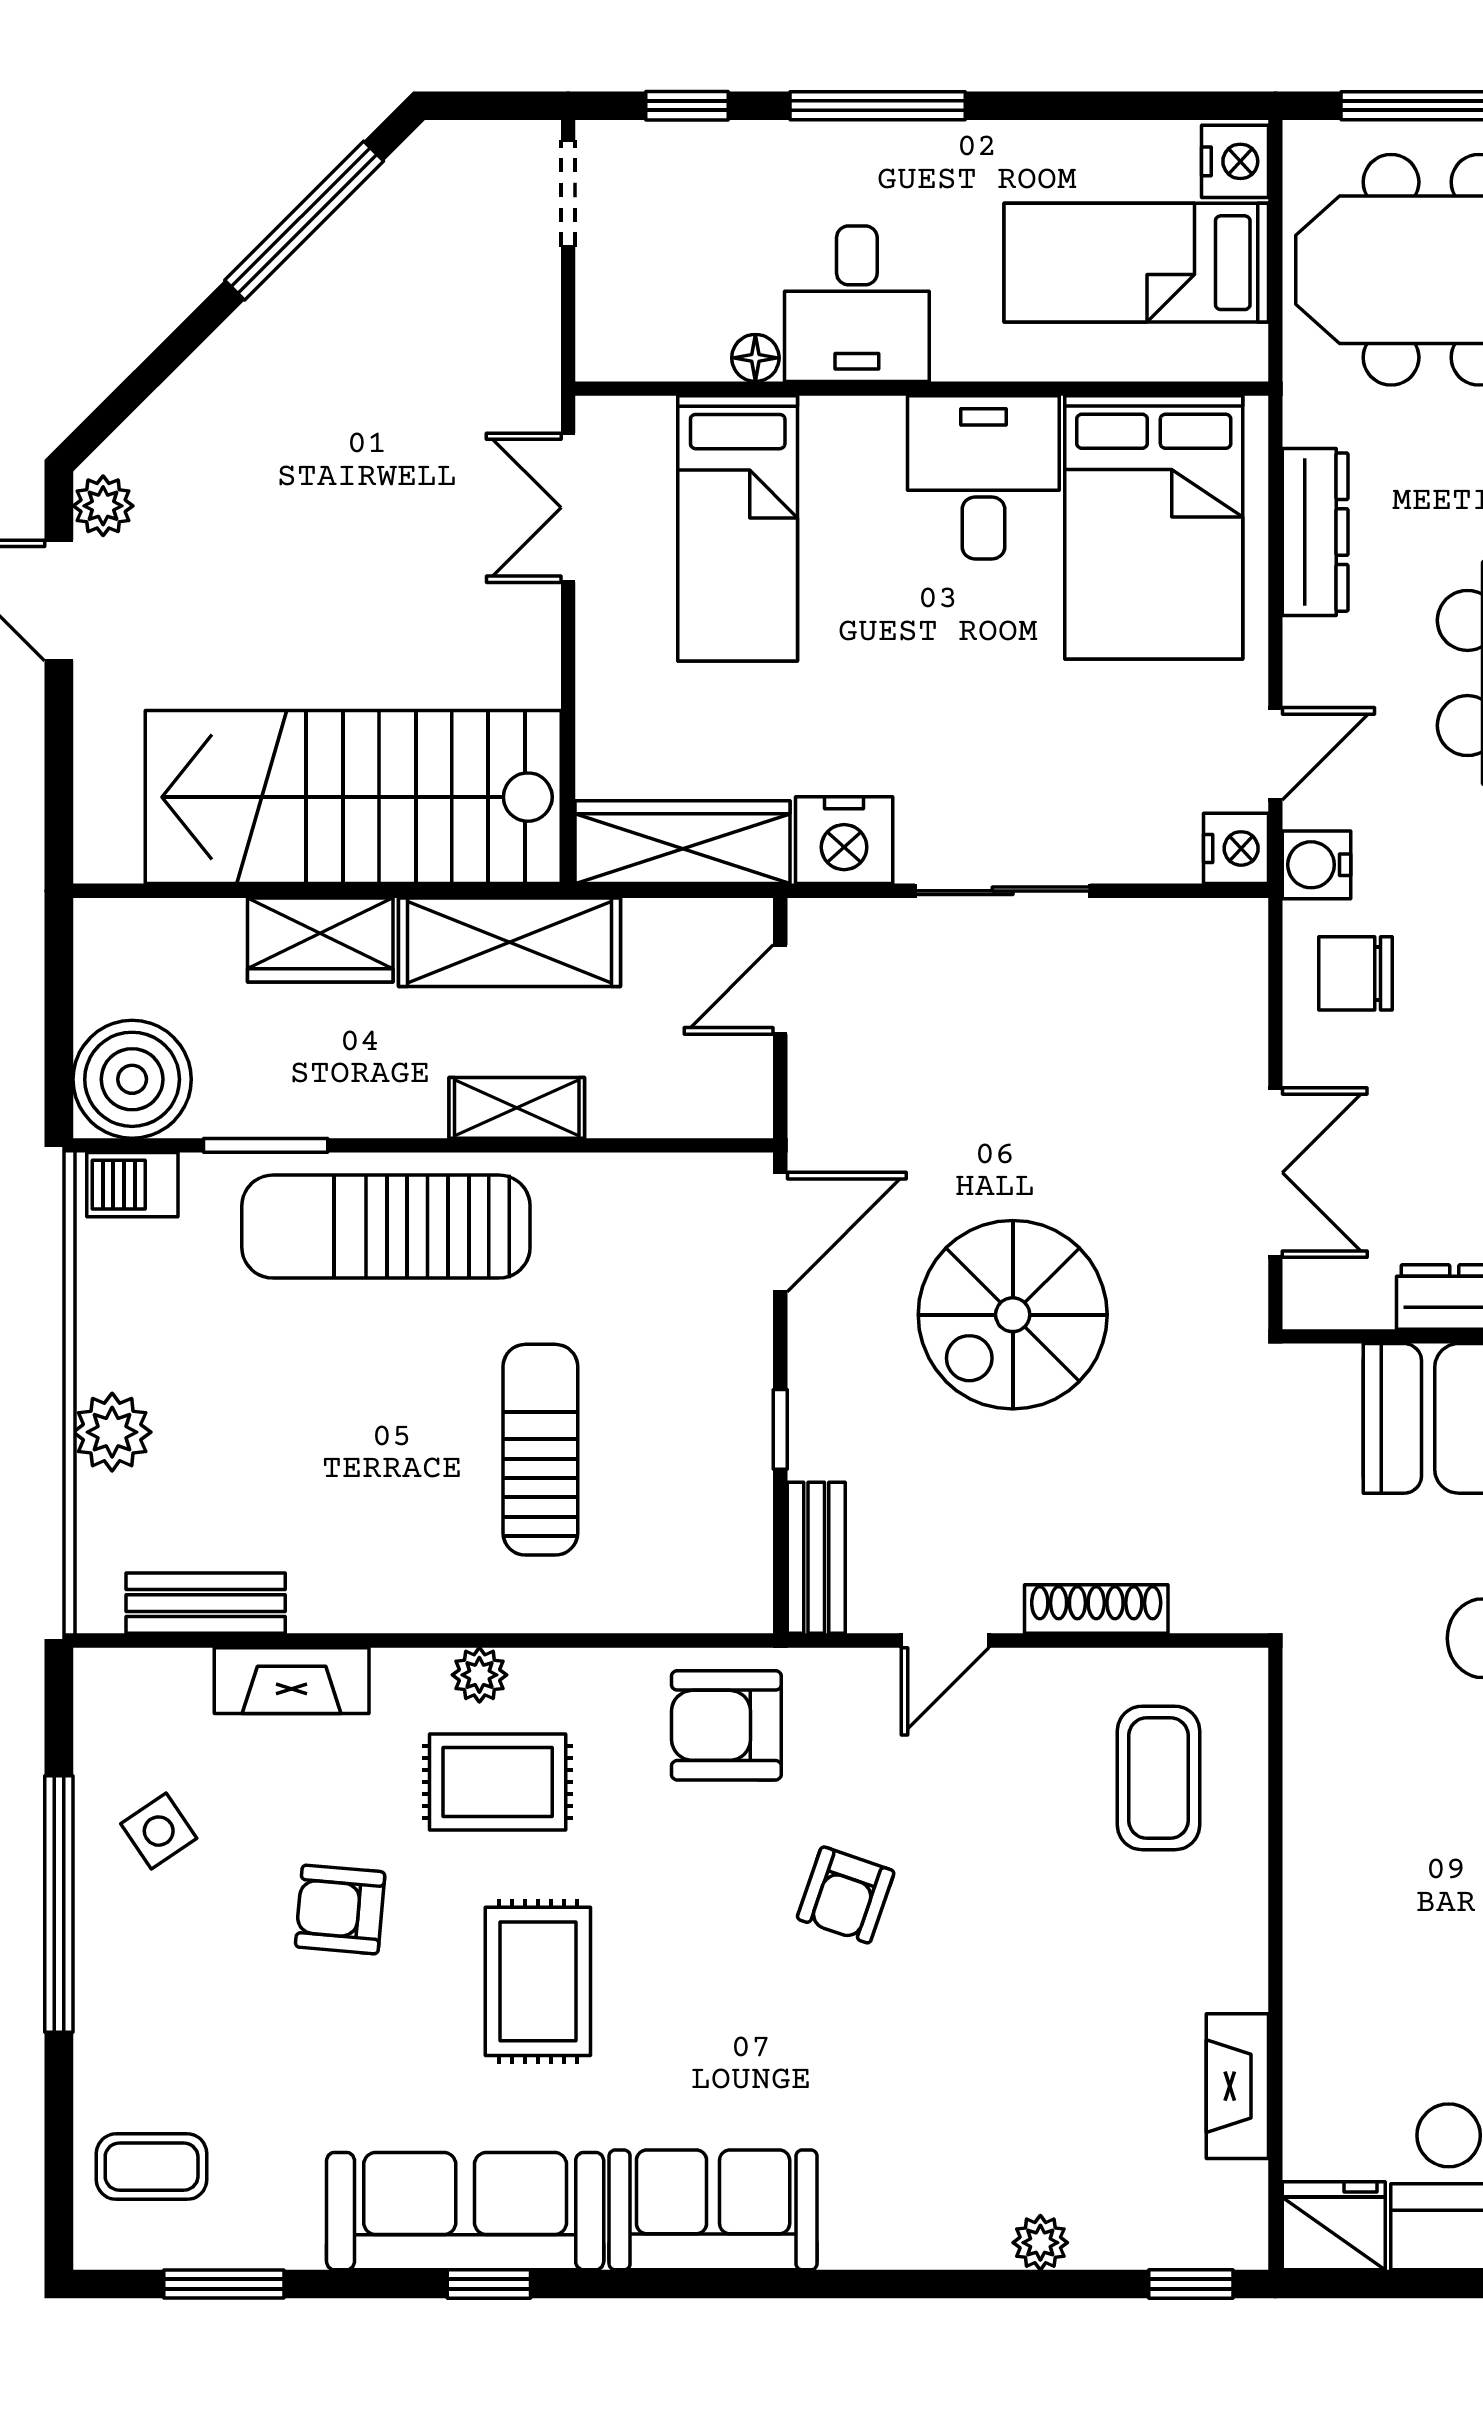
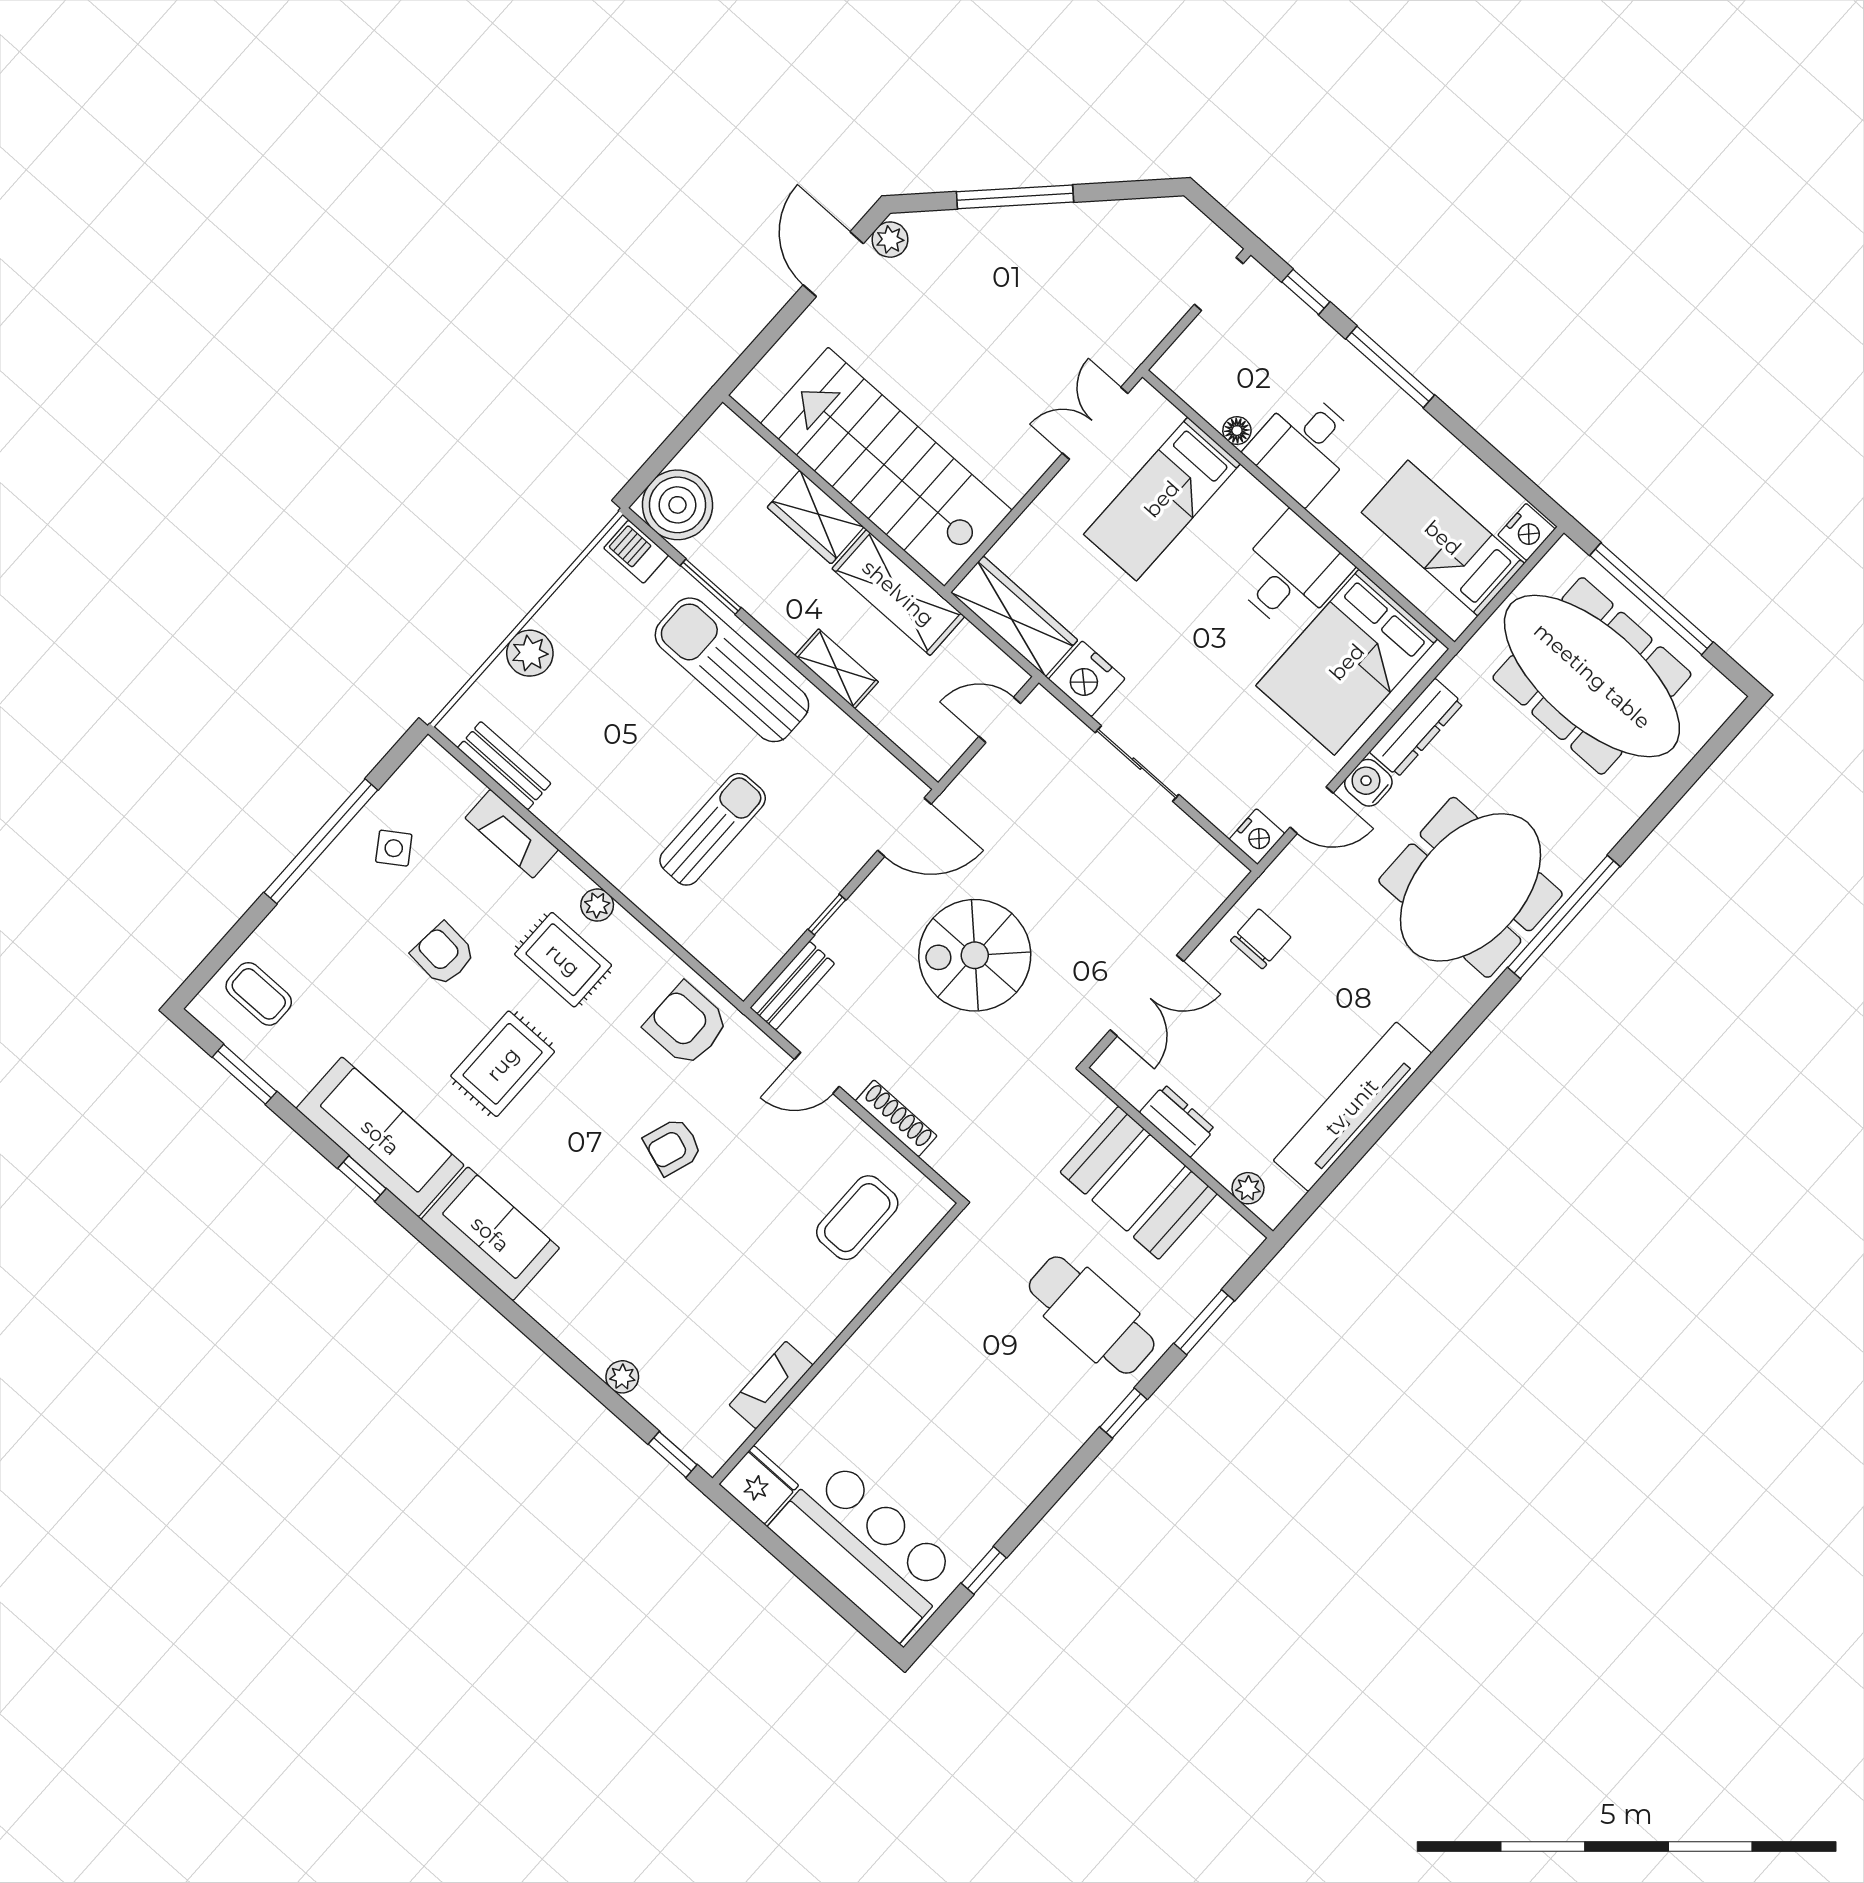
window: (304, 221) -> (1015, 197), moved
water cooler: (1317, 865) -> (1368, 783), moved
chair: (1356, 973) -> (1261, 939), turned 90

